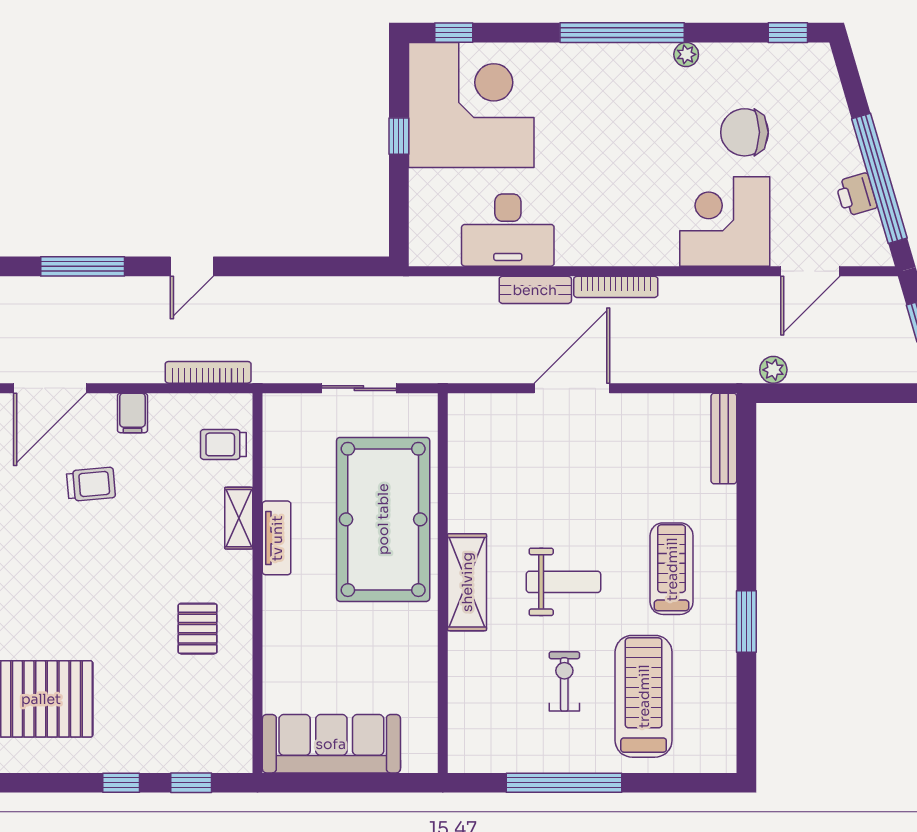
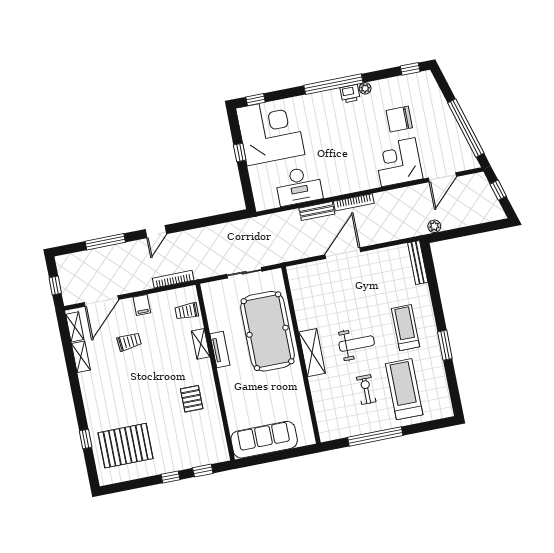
printer: (856, 195) -> (350, 94), moved, turned -74

